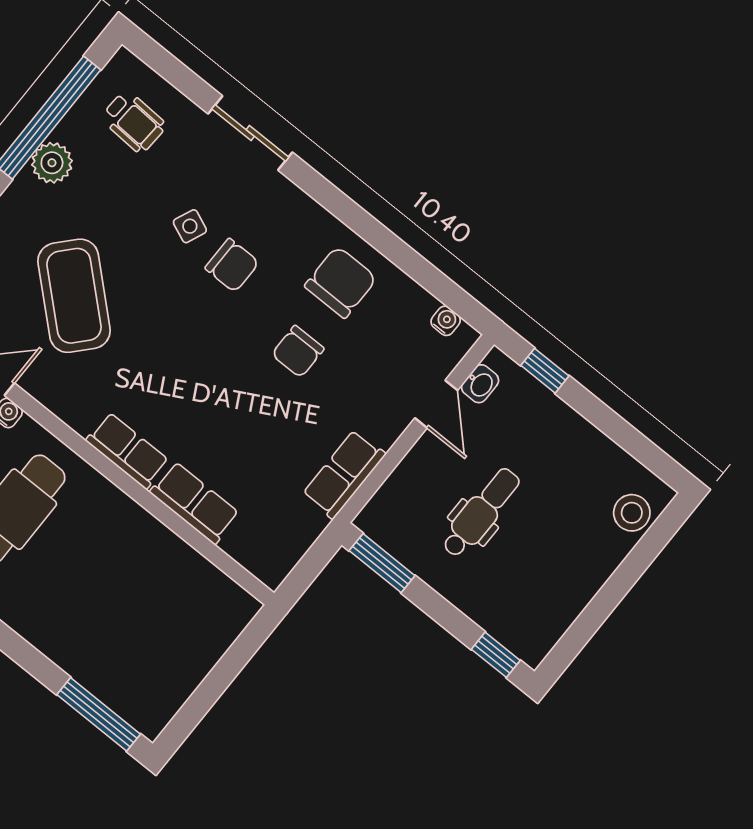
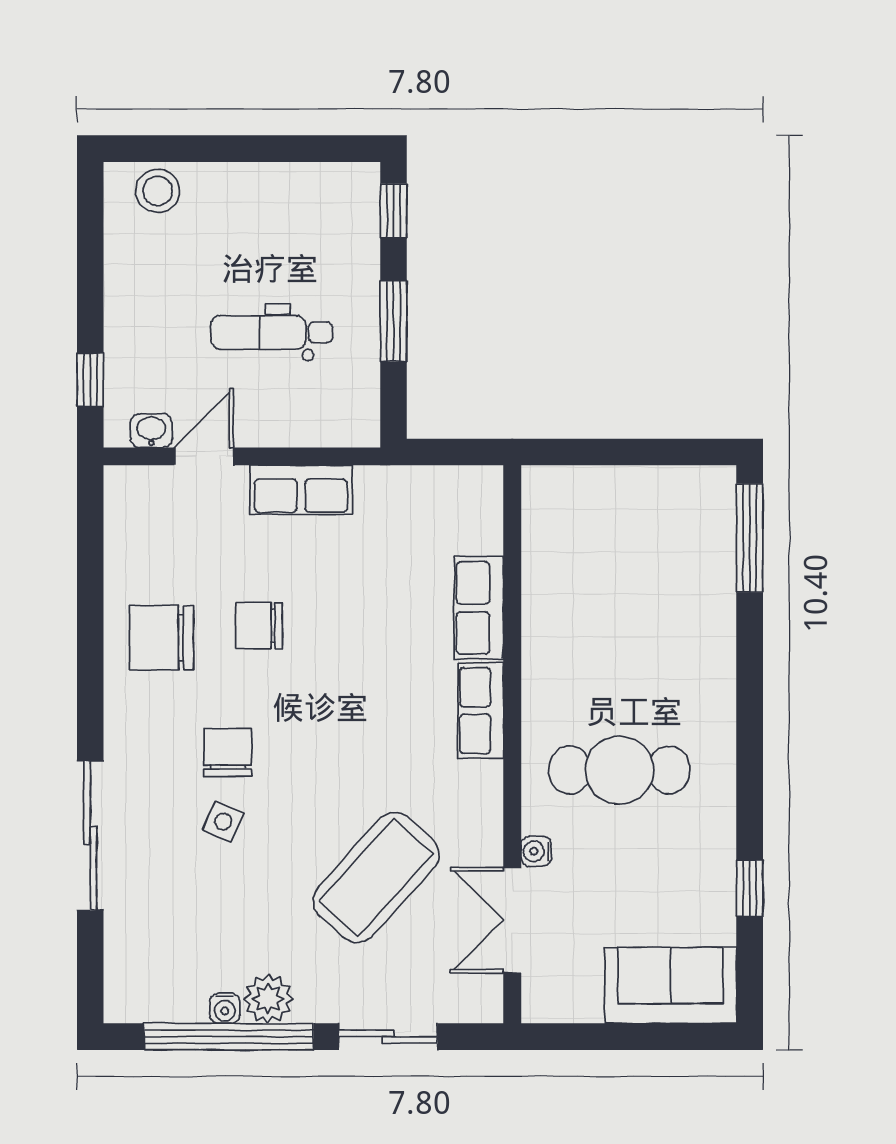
wheelchair: (133, 122) -> (168, 954), removed
sliding door: (250, 133) -> (90, 836), width x1.37
water cooler: (446, 321) -> (225, 1008), moved, turned -90
chair: (298, 352) -> (259, 626), turned 180
row of seats: (344, 474) -> (301, 490), moved
window: (382, 563) -> (394, 321), moved

